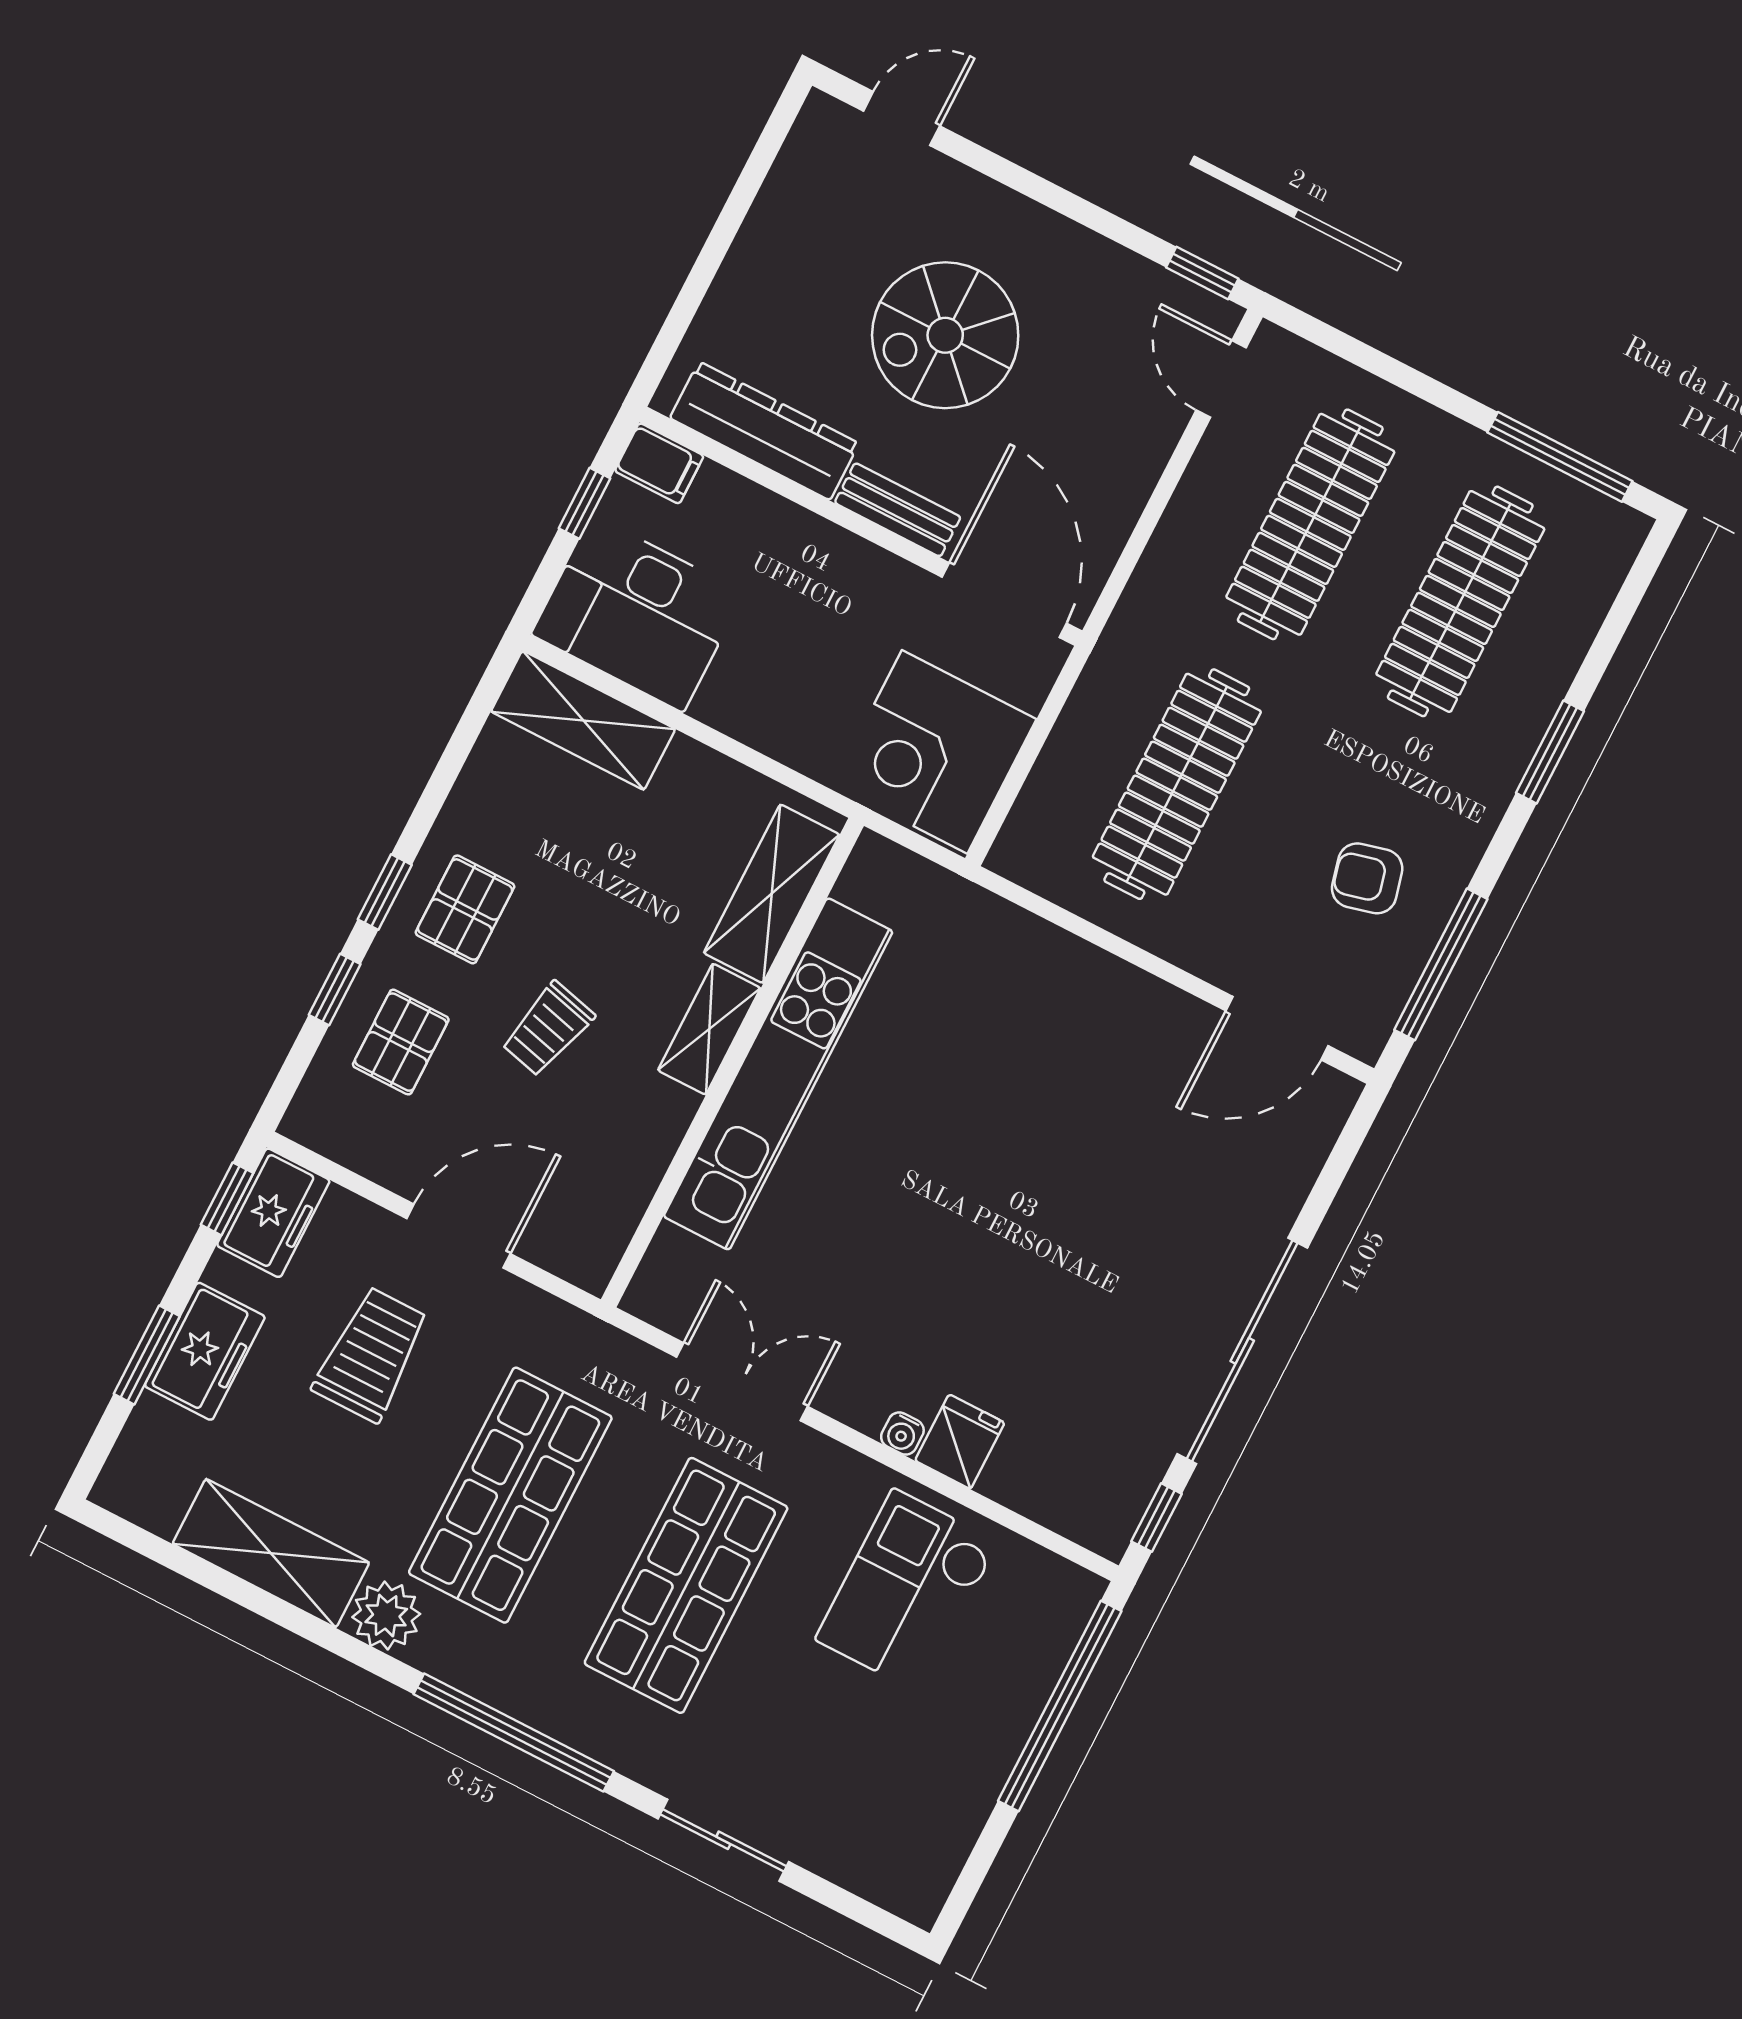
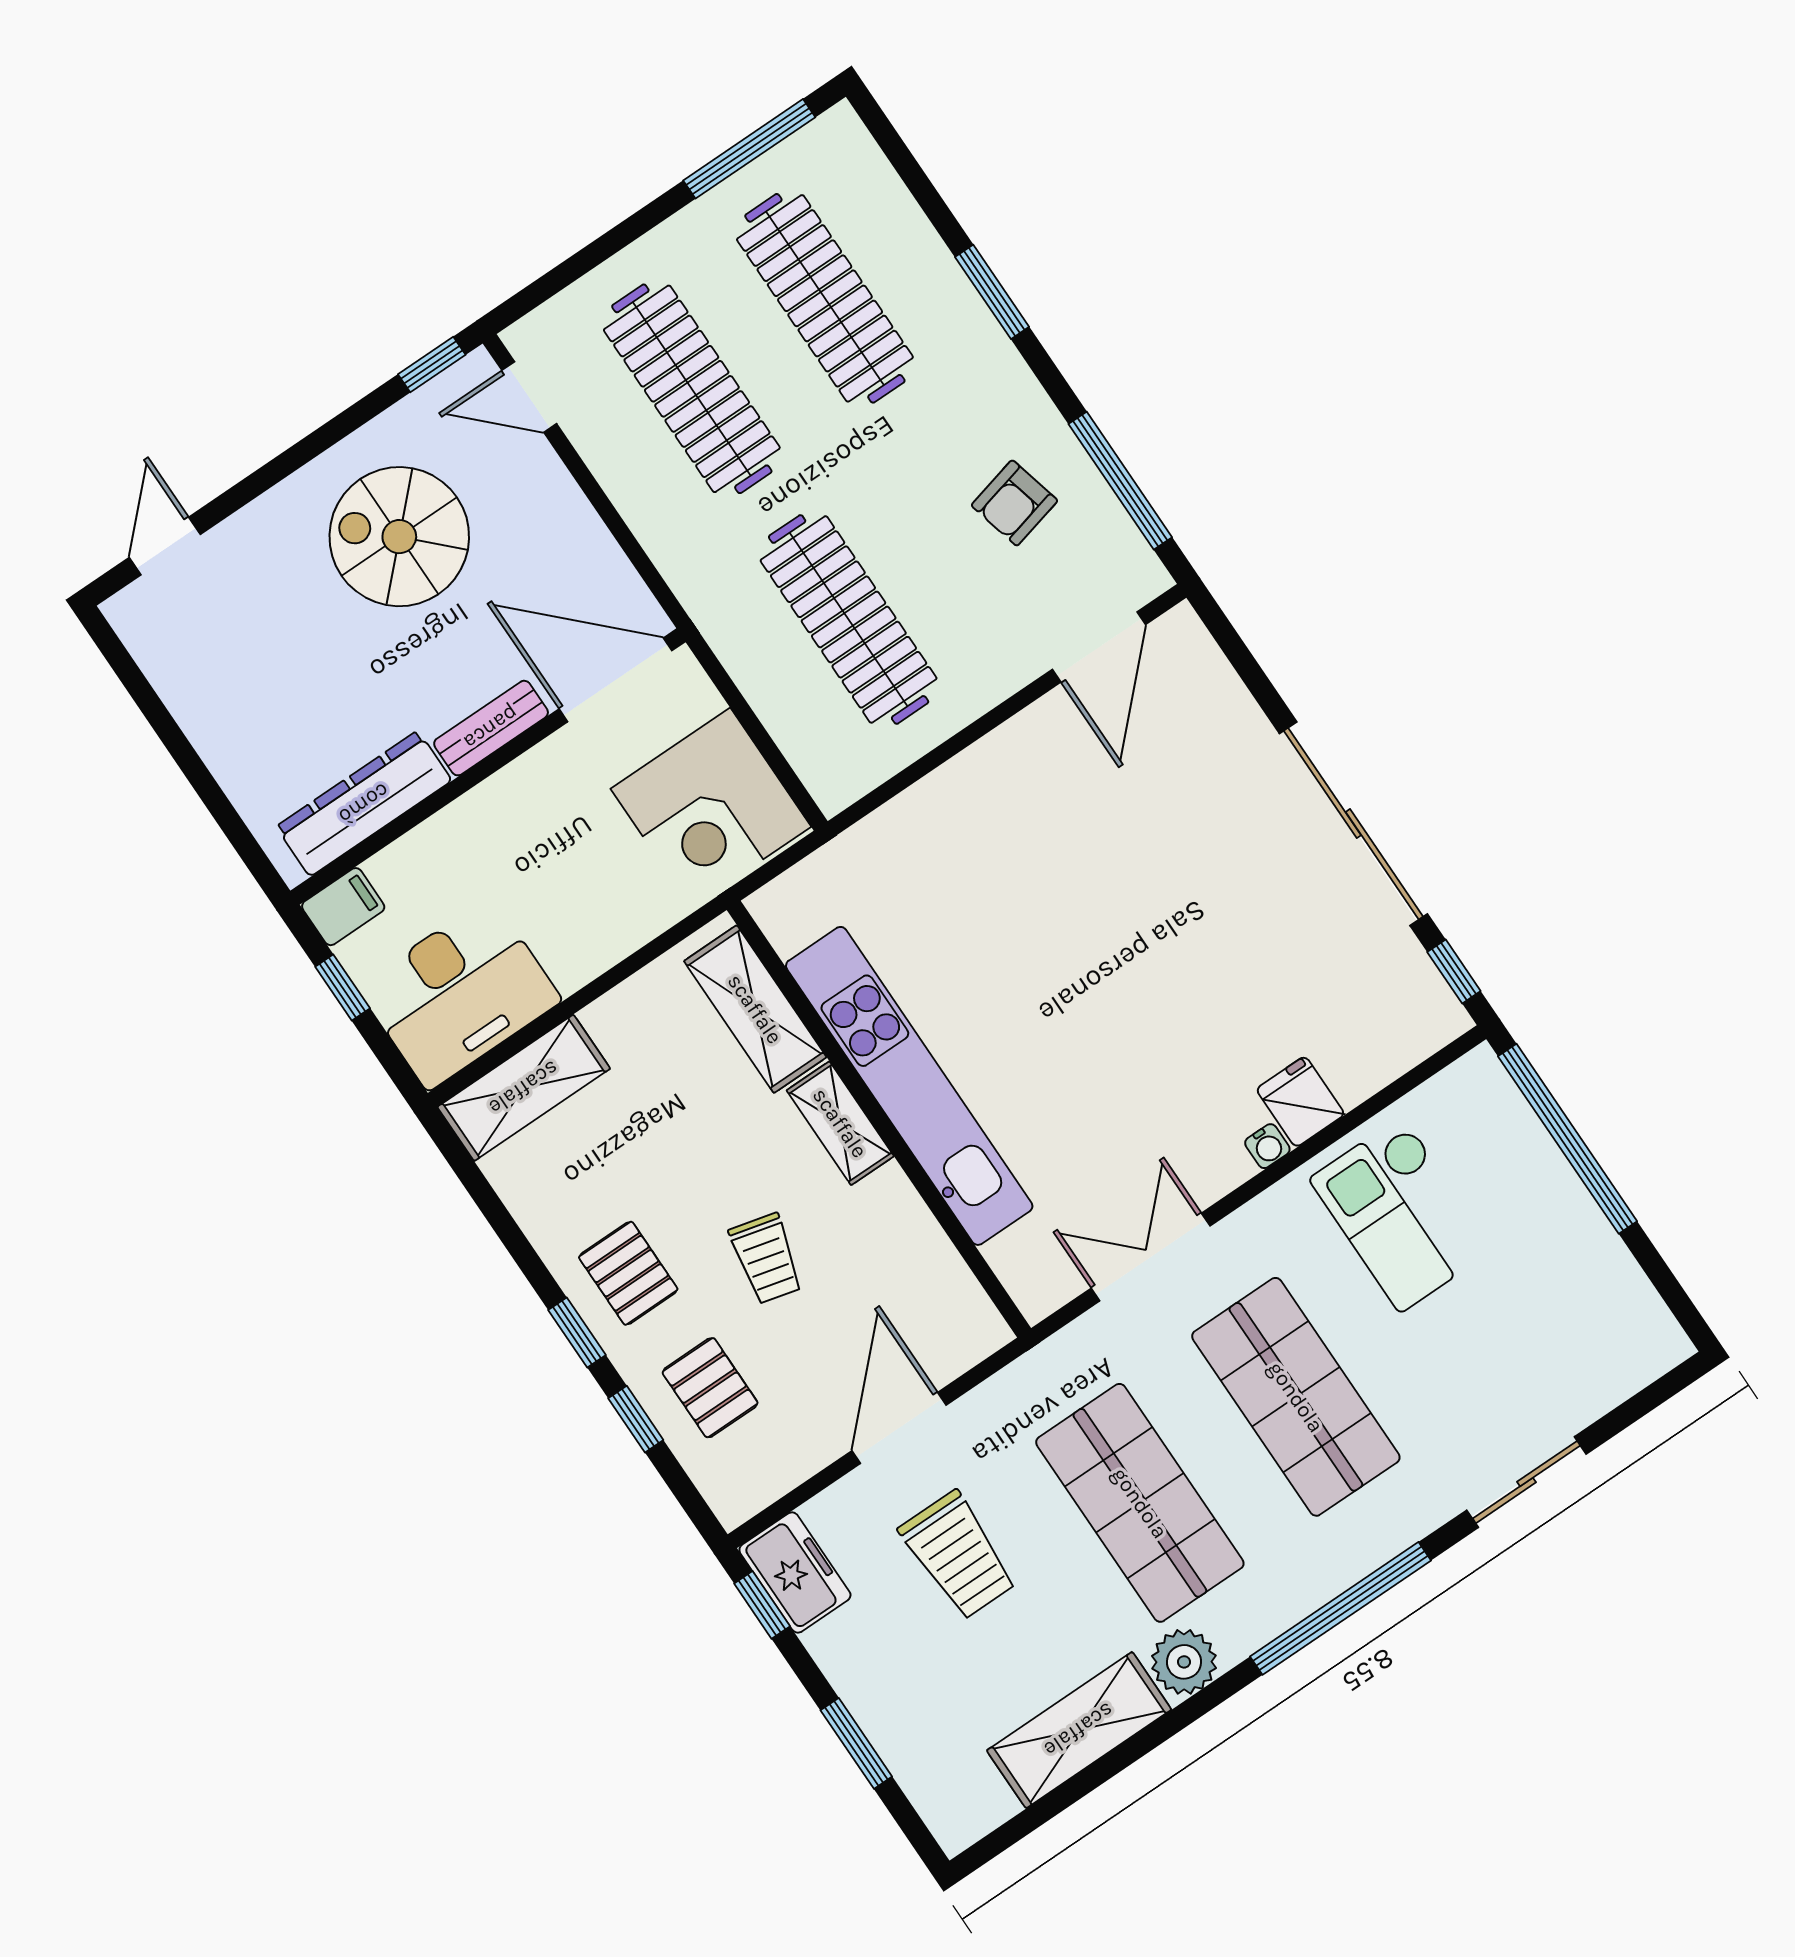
spiral stairs: (945, 335) -> (399, 537), moved, turned 90
freezer: (205, 1351) -> (880, 1693), removed
trolley: (371, 1354) -> (958, 1555), turned 180

